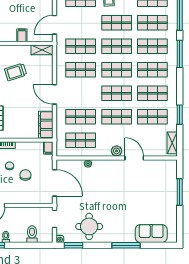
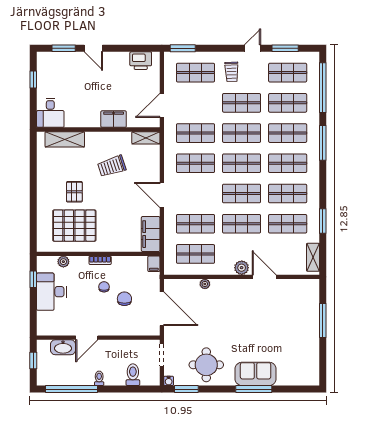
filing cabinet: (22, 35) -> (114, 119), width x2.00
sofa: (151, 233) -> (256, 374), moved

